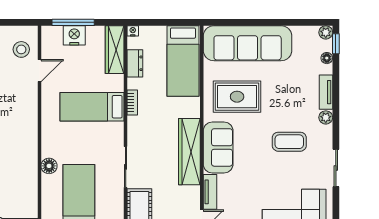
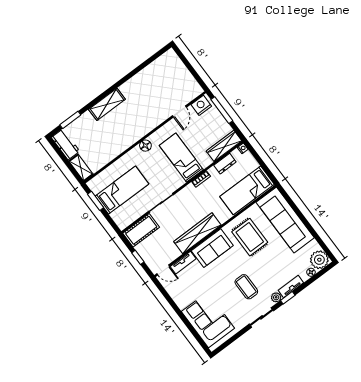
plant: (326, 32) -> (319, 260), width x1.88, depth x1.88
nightstand: (74, 35) -> (201, 105), moved, turned -90
window: (336, 44) -> (288, 298), moved
stool: (21, 49) -> (184, 92), removed
door: (39, 71) -> (179, 112), hinge flipped
floor lamp: (49, 166) -> (145, 146), moved
sliding door: (336, 168) -> (261, 317), moved

